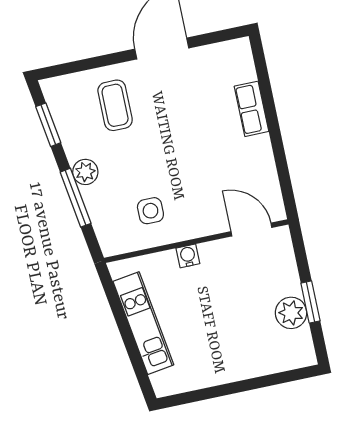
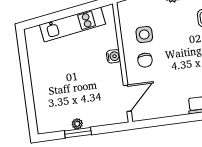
chair: (190, 207) -> (145, 60), added
plant: (291, 313) -> (77, 124), width x0.53, depth x0.53

